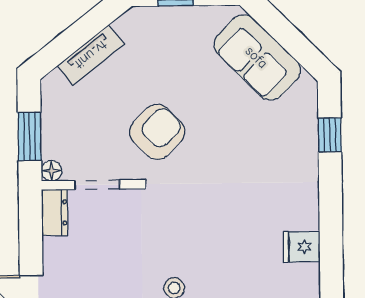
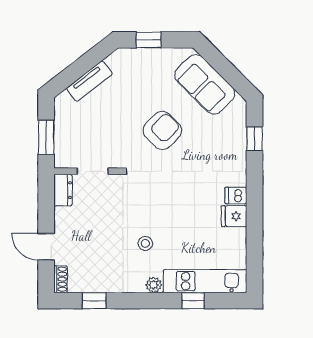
armchair: (157, 132) -> (162, 130), moved
floor lamp: (51, 171) -> (61, 161), removed
dishwasher: (304, 217) -> (236, 196), added

